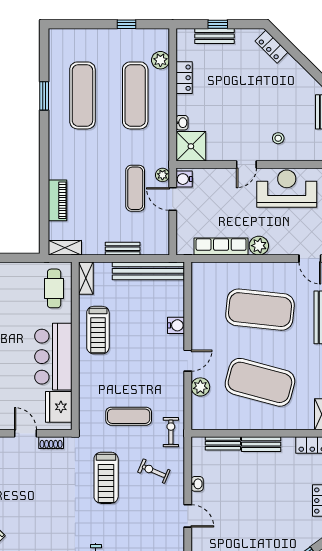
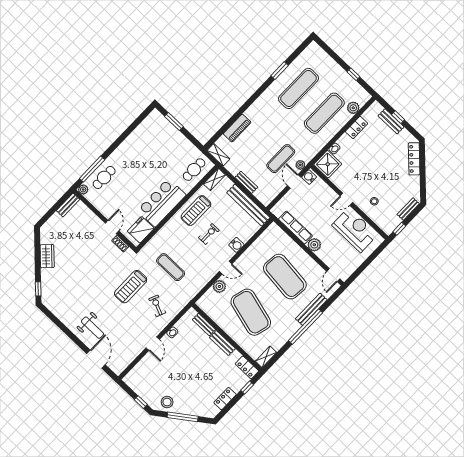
locker: (272, 47) -> (414, 159), width x1.53
exercise bike: (171, 432) -> (209, 234), moved

